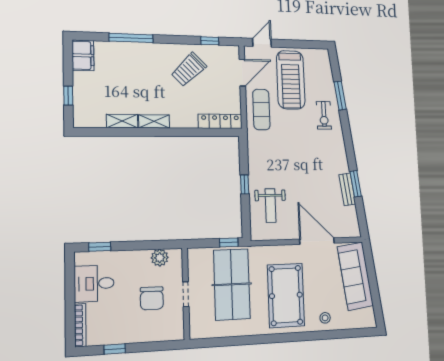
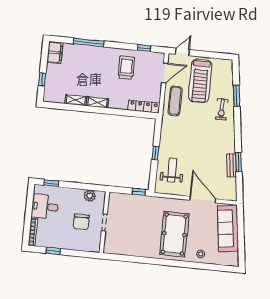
trolley: (189, 70) -> (126, 68), turned 134
weight bench: (270, 205) -> (172, 170), turned 180
table tennis table: (232, 284) -> (137, 221), removed

